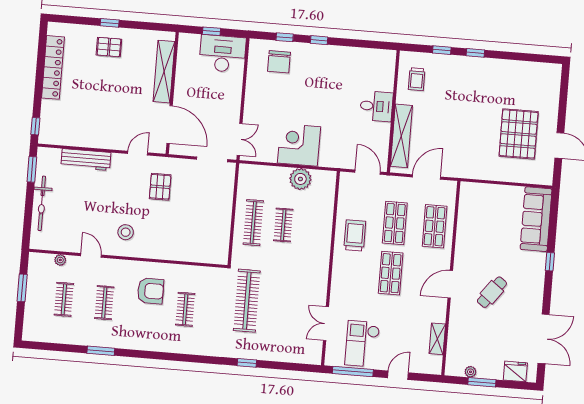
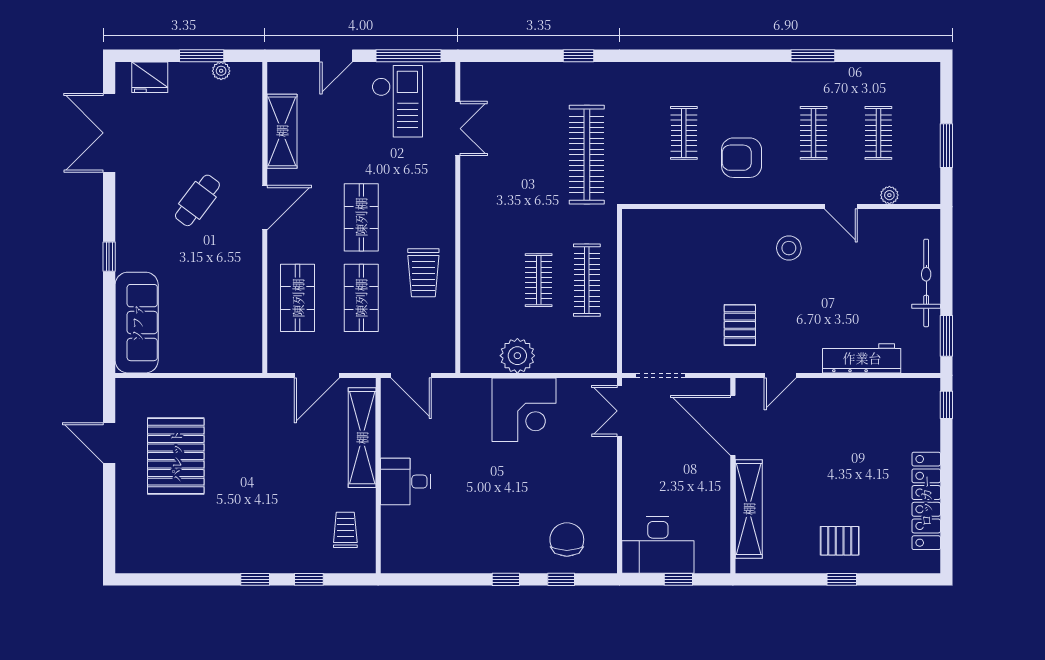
shelving: (437, 339) -> (282, 131), width x1.50, depth x1.33

